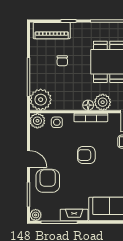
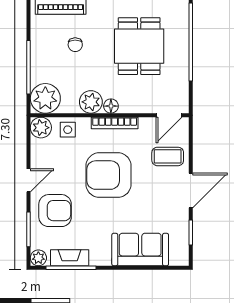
plant: (103, 102) -> (91, 102), moved
armchair: (86, 155) -> (109, 175), width x1.88, depth x1.88
door: (28, 159) -> (29, 180), hinge flipped
armchair: (48, 181) -> (55, 211), turned 90
fireplace: (74, 215) -> (70, 258), moved

